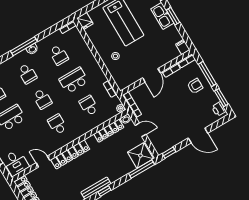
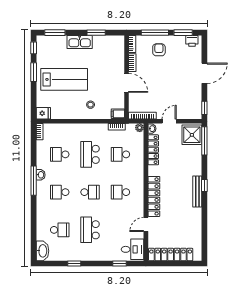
window: (173, 16) -> (96, 33), moved
filing cabinet: (183, 47) -> (118, 114), moved
school desk: (59, 55) -> (60, 154), turned 180
school desk: (27, 74) -> (60, 192), turned 180

